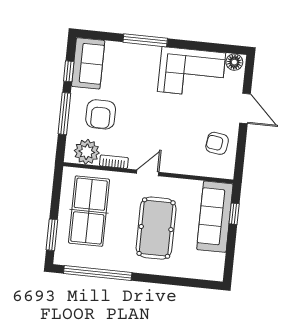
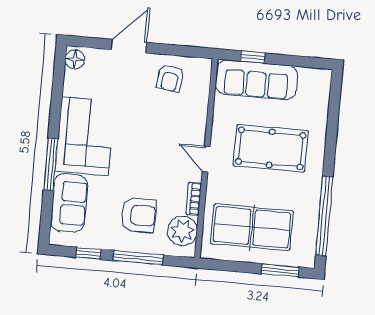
sofa: (88, 63) -> (69, 203), moved, turned 90
corner sofa: (192, 72) -> (85, 136), moved

